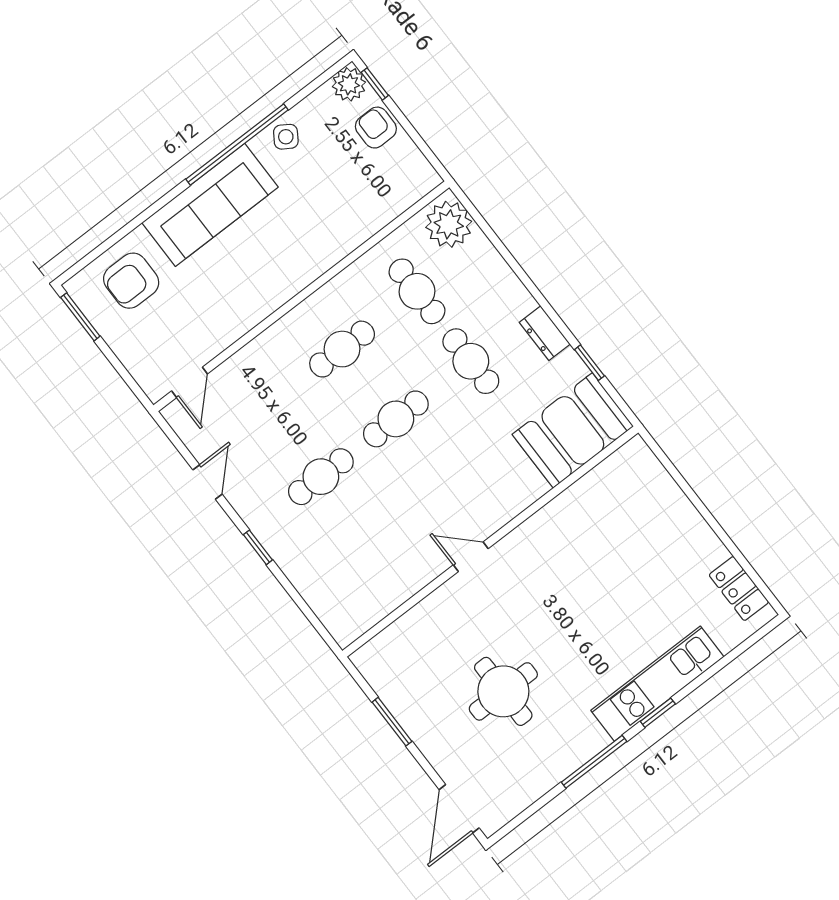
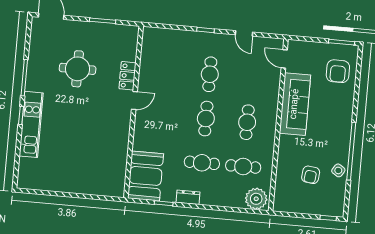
plant: (349, 84) -> (336, 209), removed
armchair: (376, 128) -> (311, 175), moved, turned 97
sofa: (210, 205) -> (295, 104), moved, turned 180
armchair: (131, 281) -> (338, 71), turned 180
locker: (739, 589) -> (127, 76), moved, turned -90

